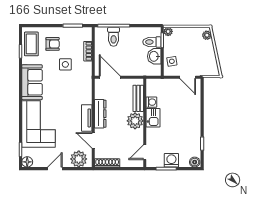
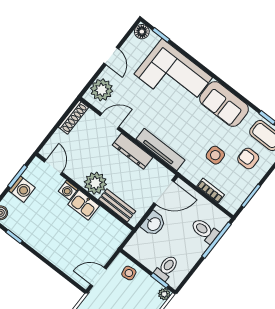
armchair: (53, 44) -> (248, 158), turned 90
washbasin: (154, 56) -> (154, 224), moved, turned 90
washing machine: (151, 102) -> (68, 190), moved
tv unit: (87, 118) -> (160, 149), moved, width x1.41

